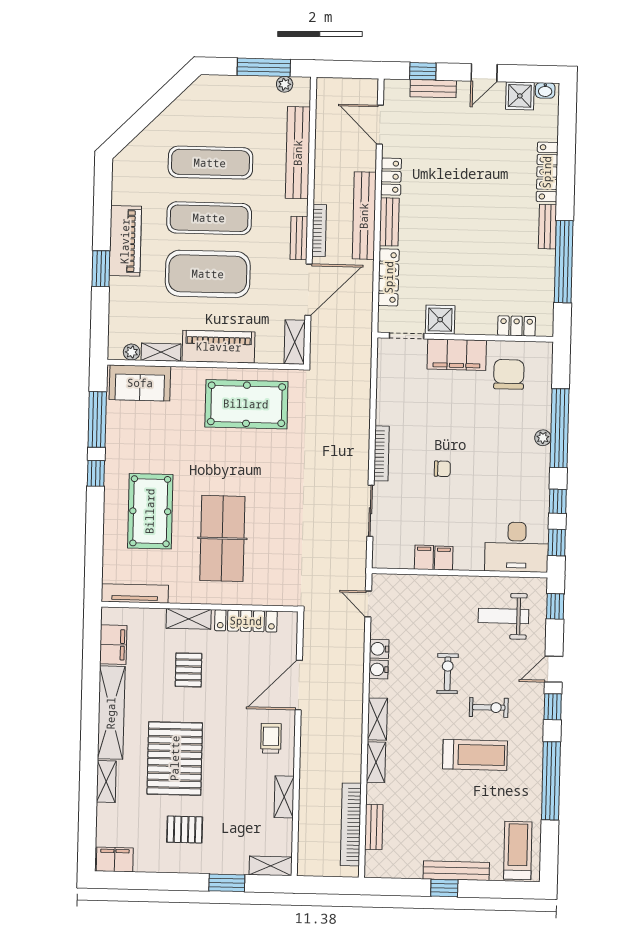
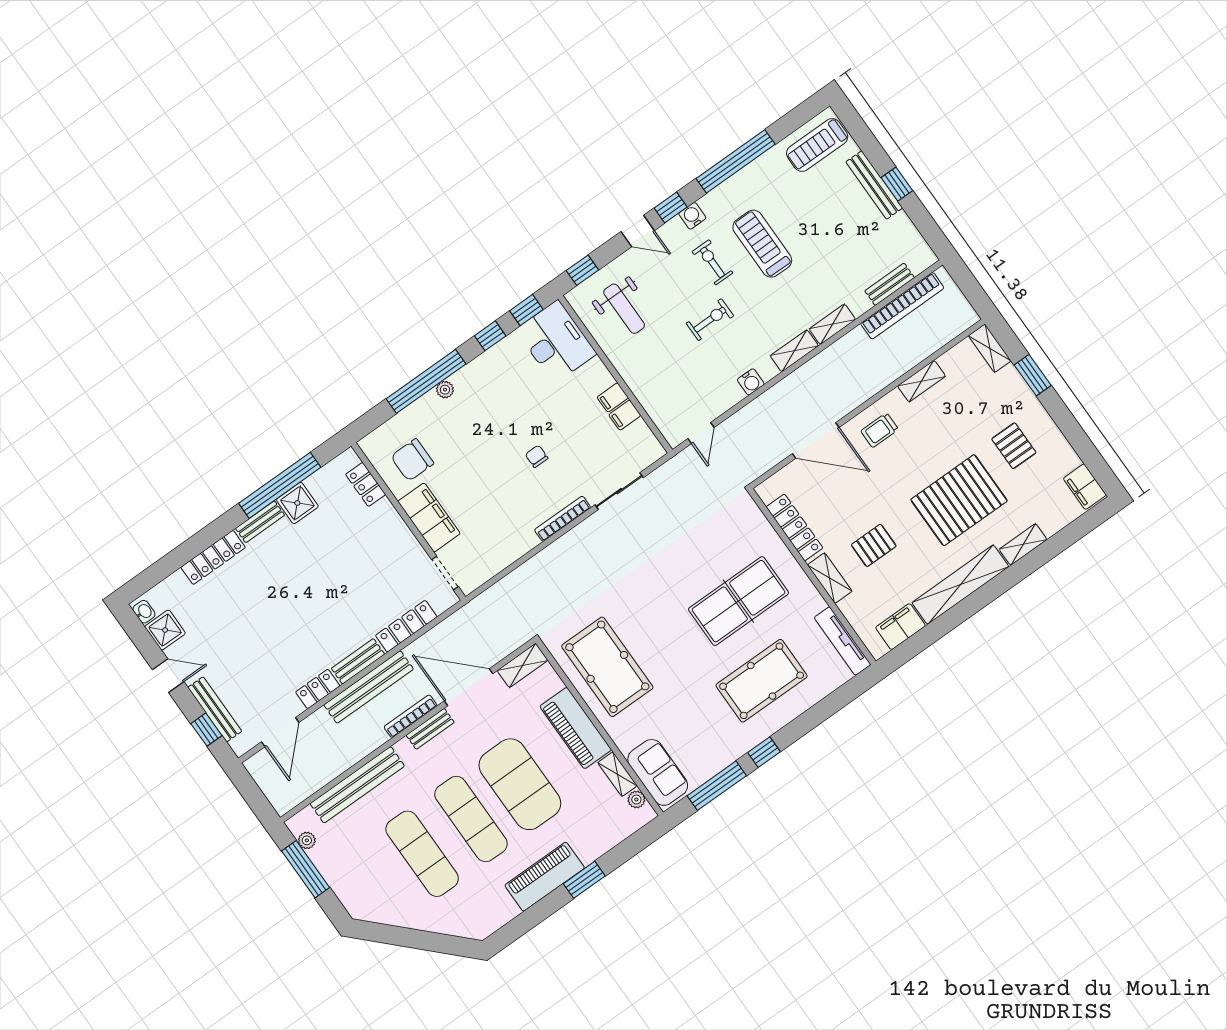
bench: (433, 89) -> (215, 709), width x1.36
shower: (440, 320) -> (297, 503), moved
water cooler: (379, 649) -> (692, 216), moved, turned 180
exercise bike: (448, 674) -> (710, 320), turned 180

